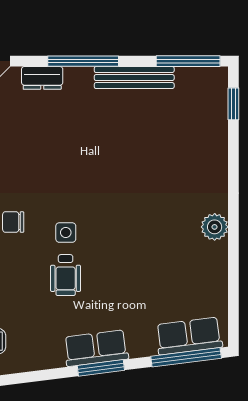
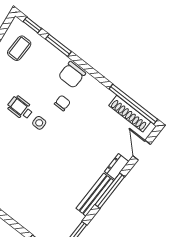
bench: (134, 78) -> (95, 195), moved

